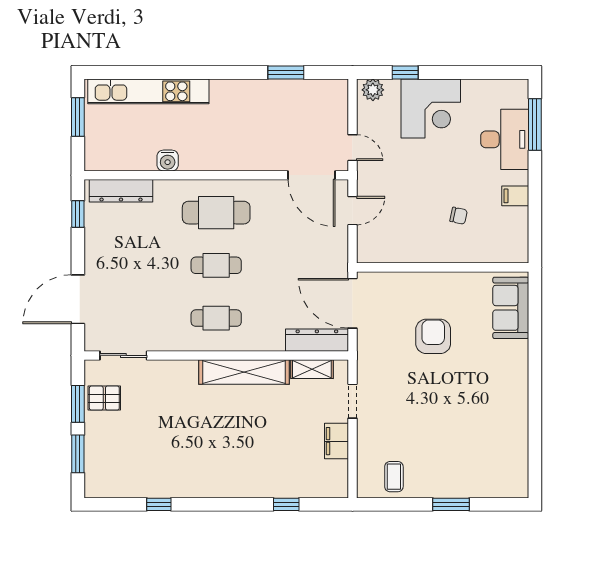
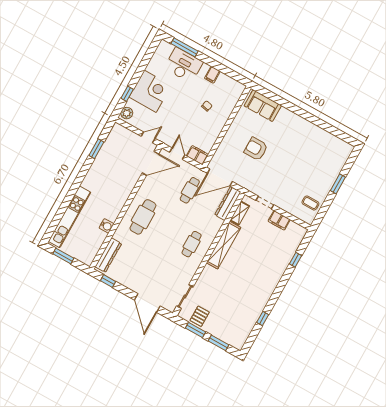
filing cabinet: (368, 246) -> (197, 155), added
cafe table: (216, 265) -> (190, 190), moved

